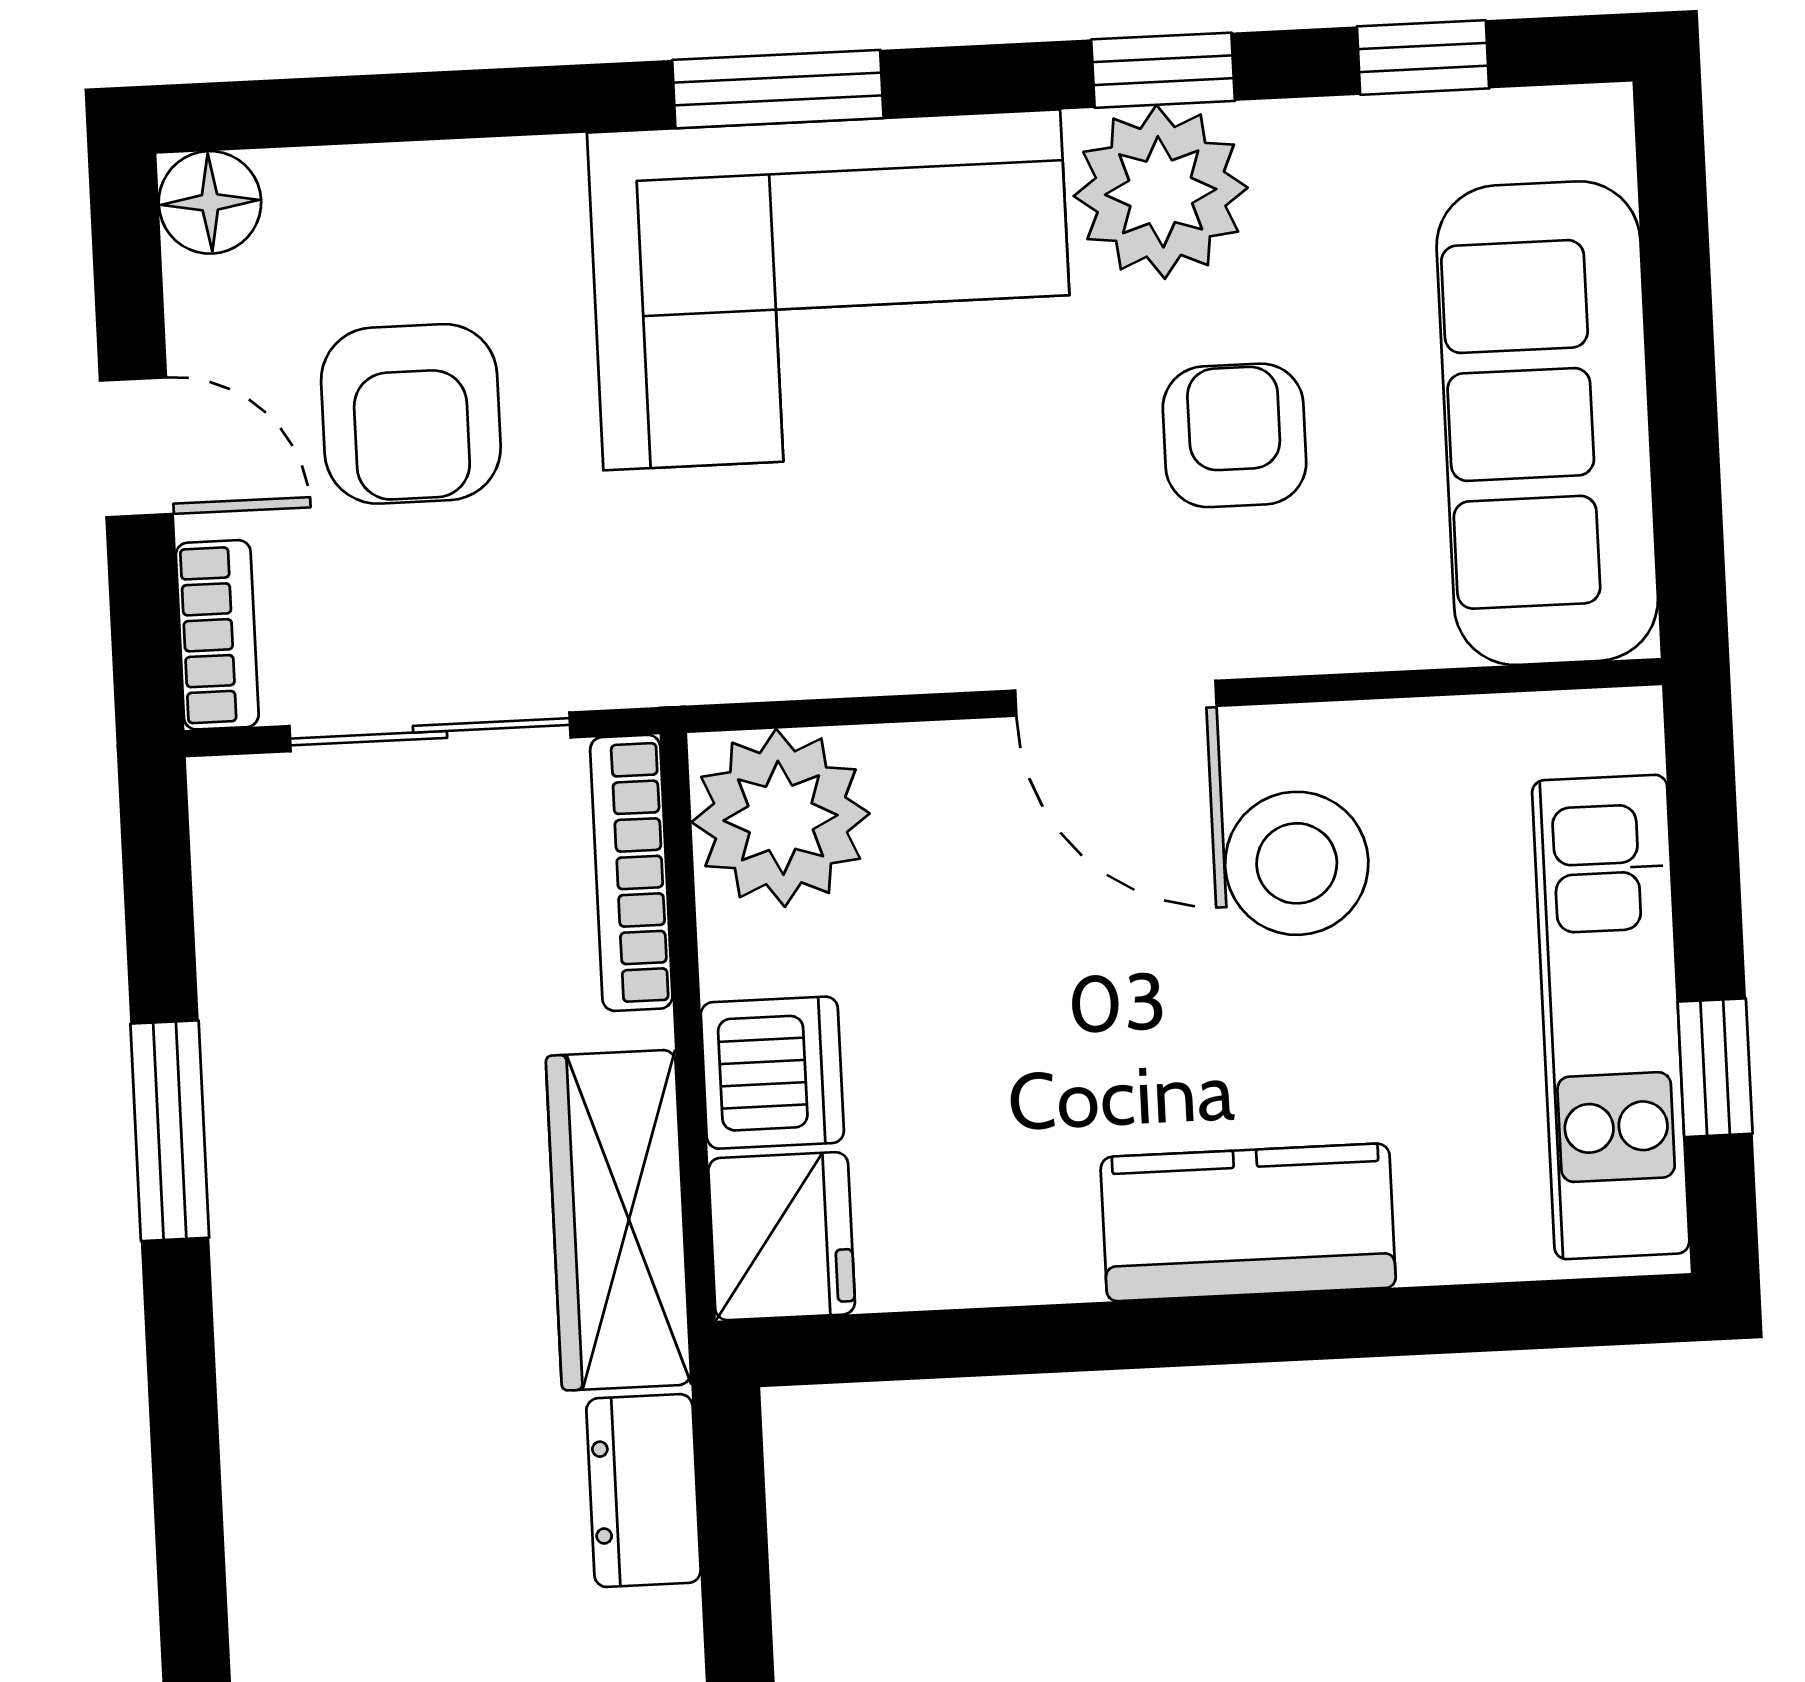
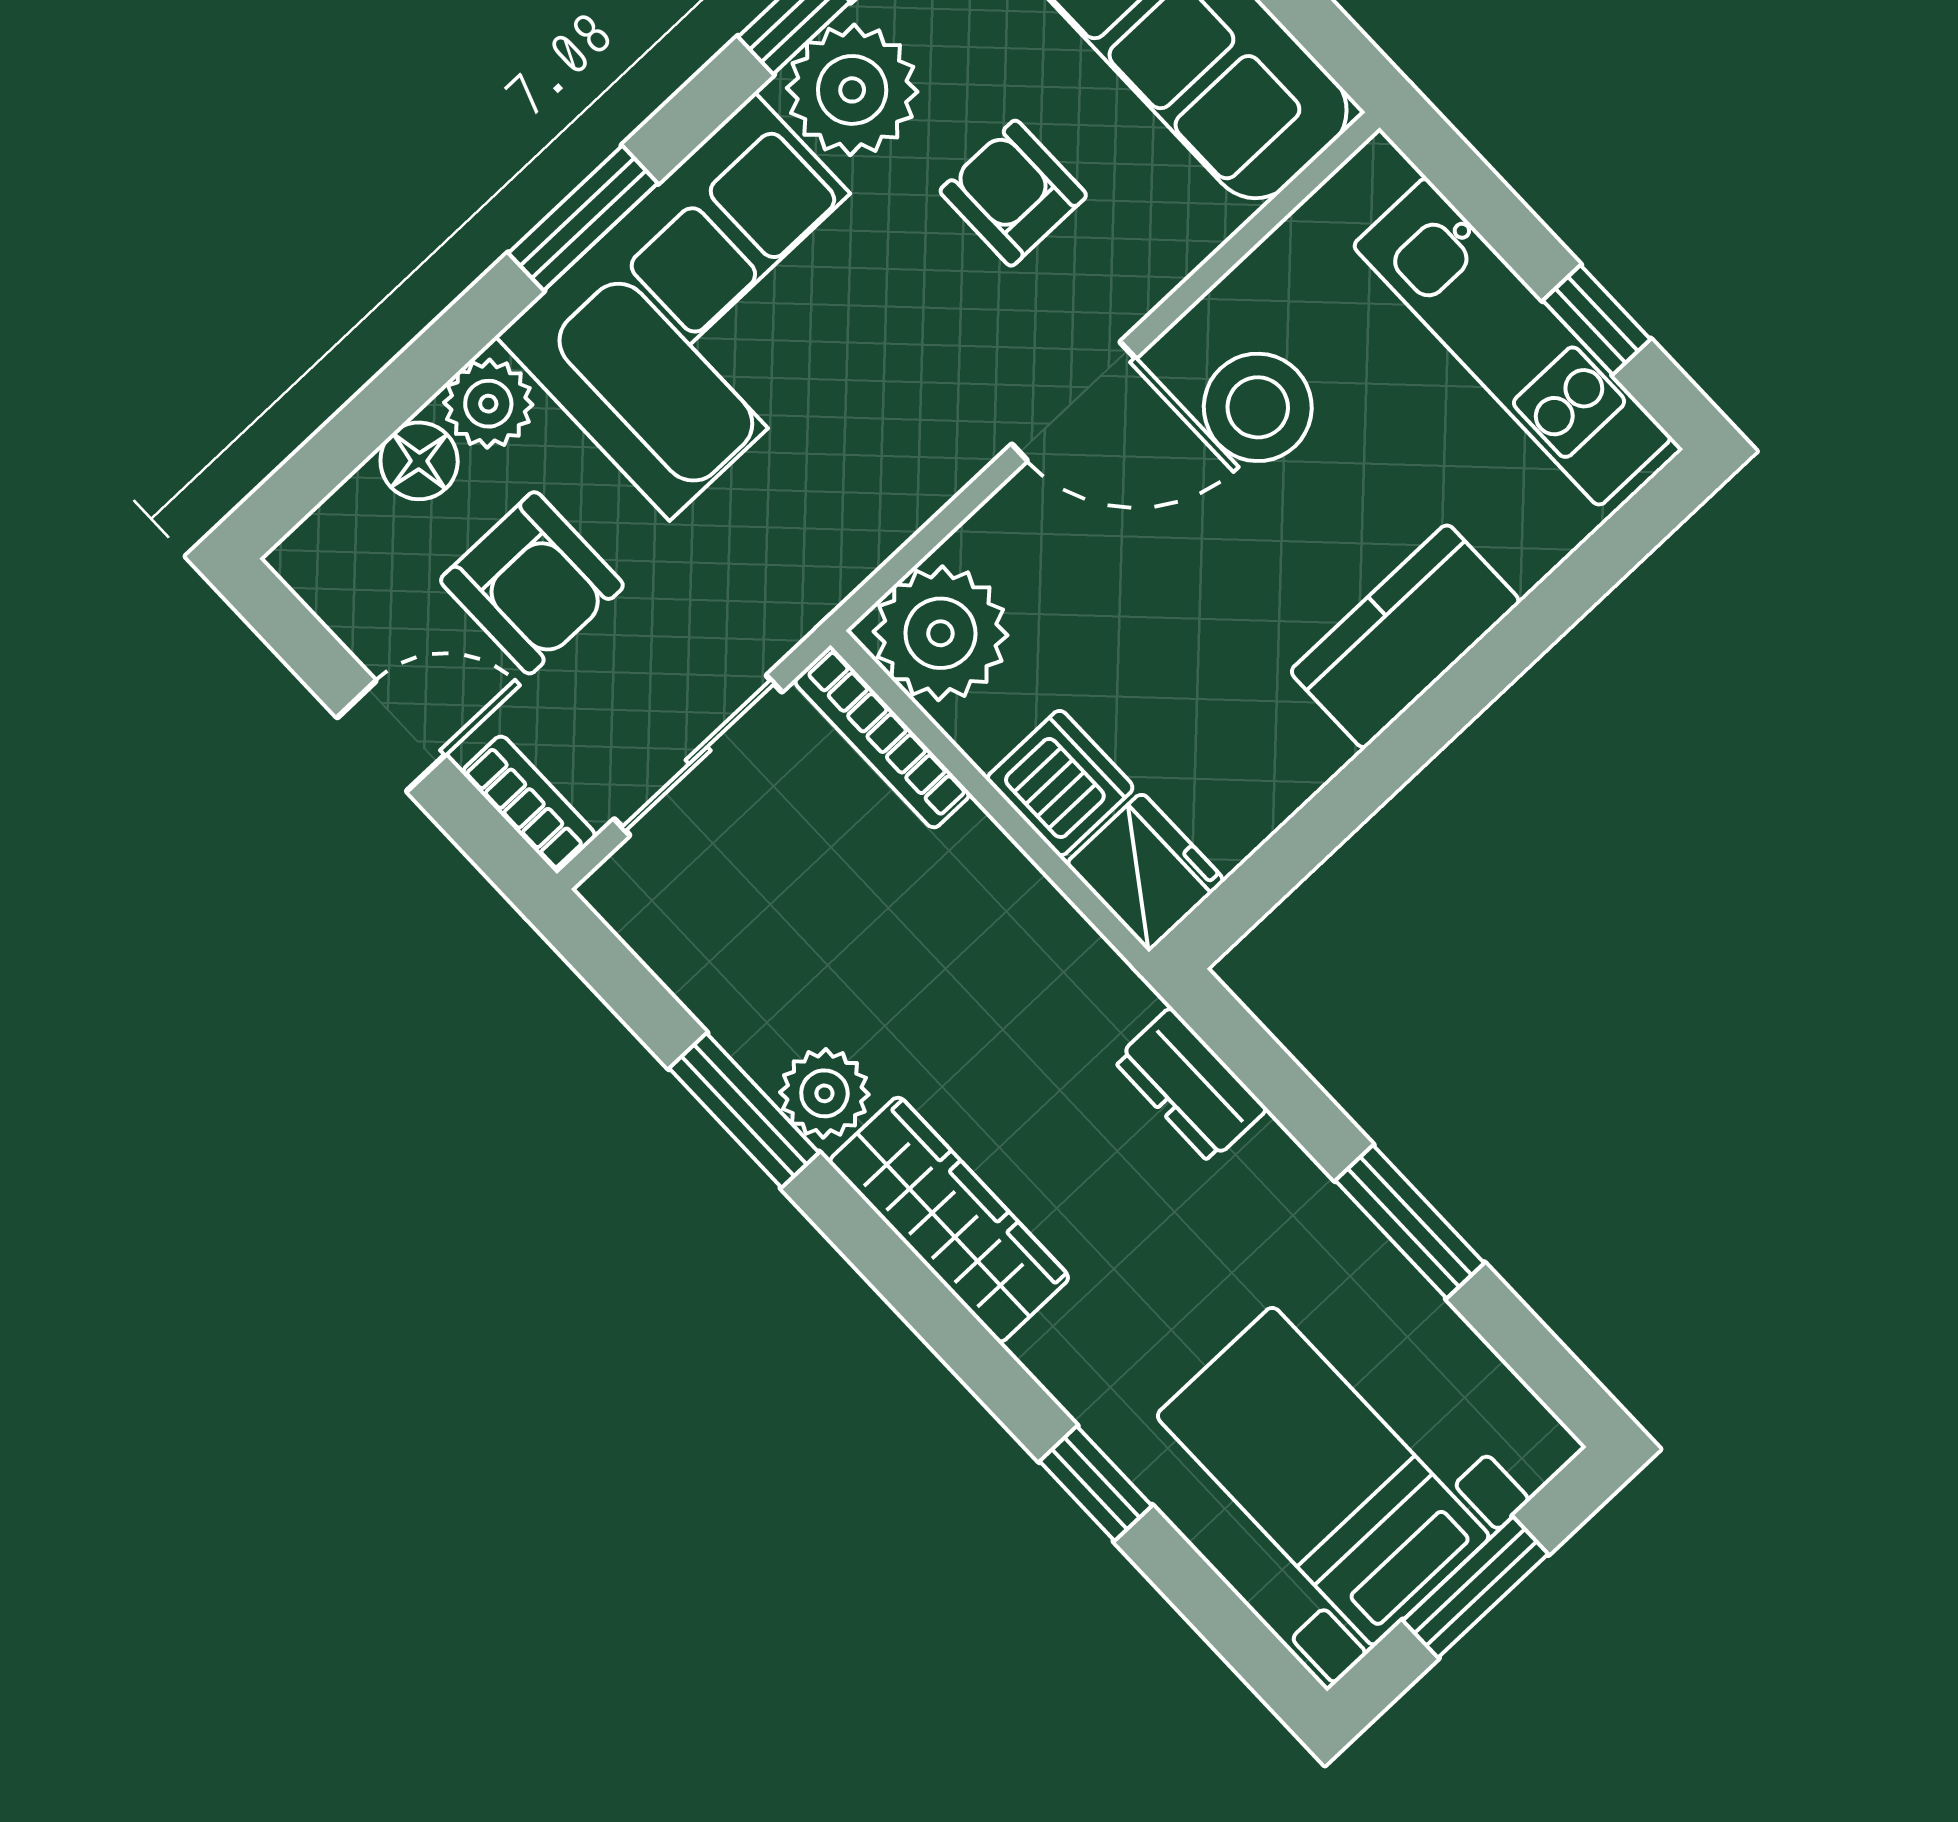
plant: (522, 195) -> (488, 404), added
floor lamp: (210, 202) -> (419, 461), moved
plant: (266, 1183) -> (824, 1093), added
wardrobe: (619, 1220) -> (949, 1220), moved, turned 180

